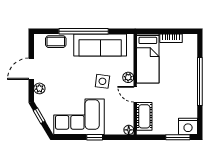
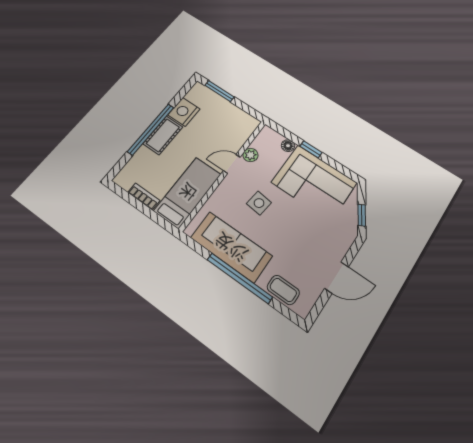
plant: (128, 77) -> (250, 155), moved
plant: (39, 88) -> (341, 247), removed
door: (135, 94) -> (232, 164), swing flipped
cot: (144, 116) -> (163, 135), moved
nightstand: (188, 126) -> (184, 112), moved, turned -90
floor lamp: (129, 130) -> (288, 146), moved

